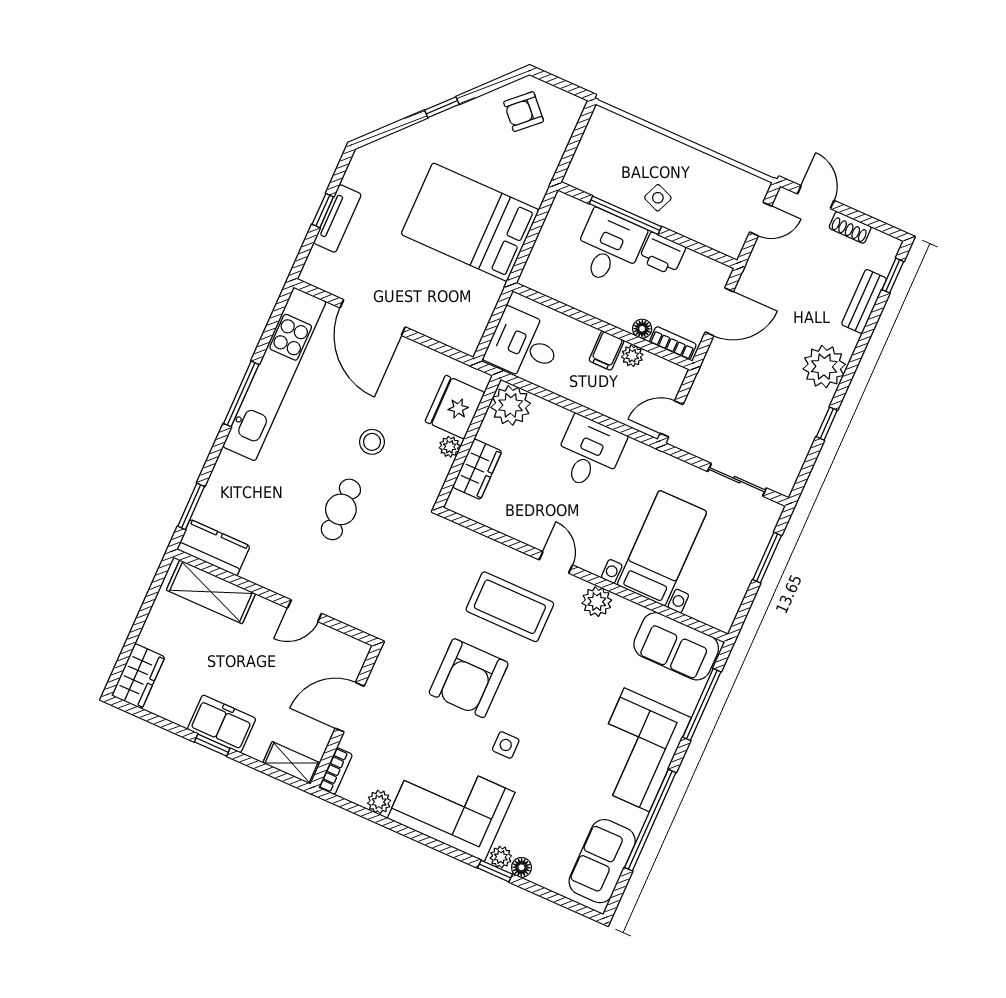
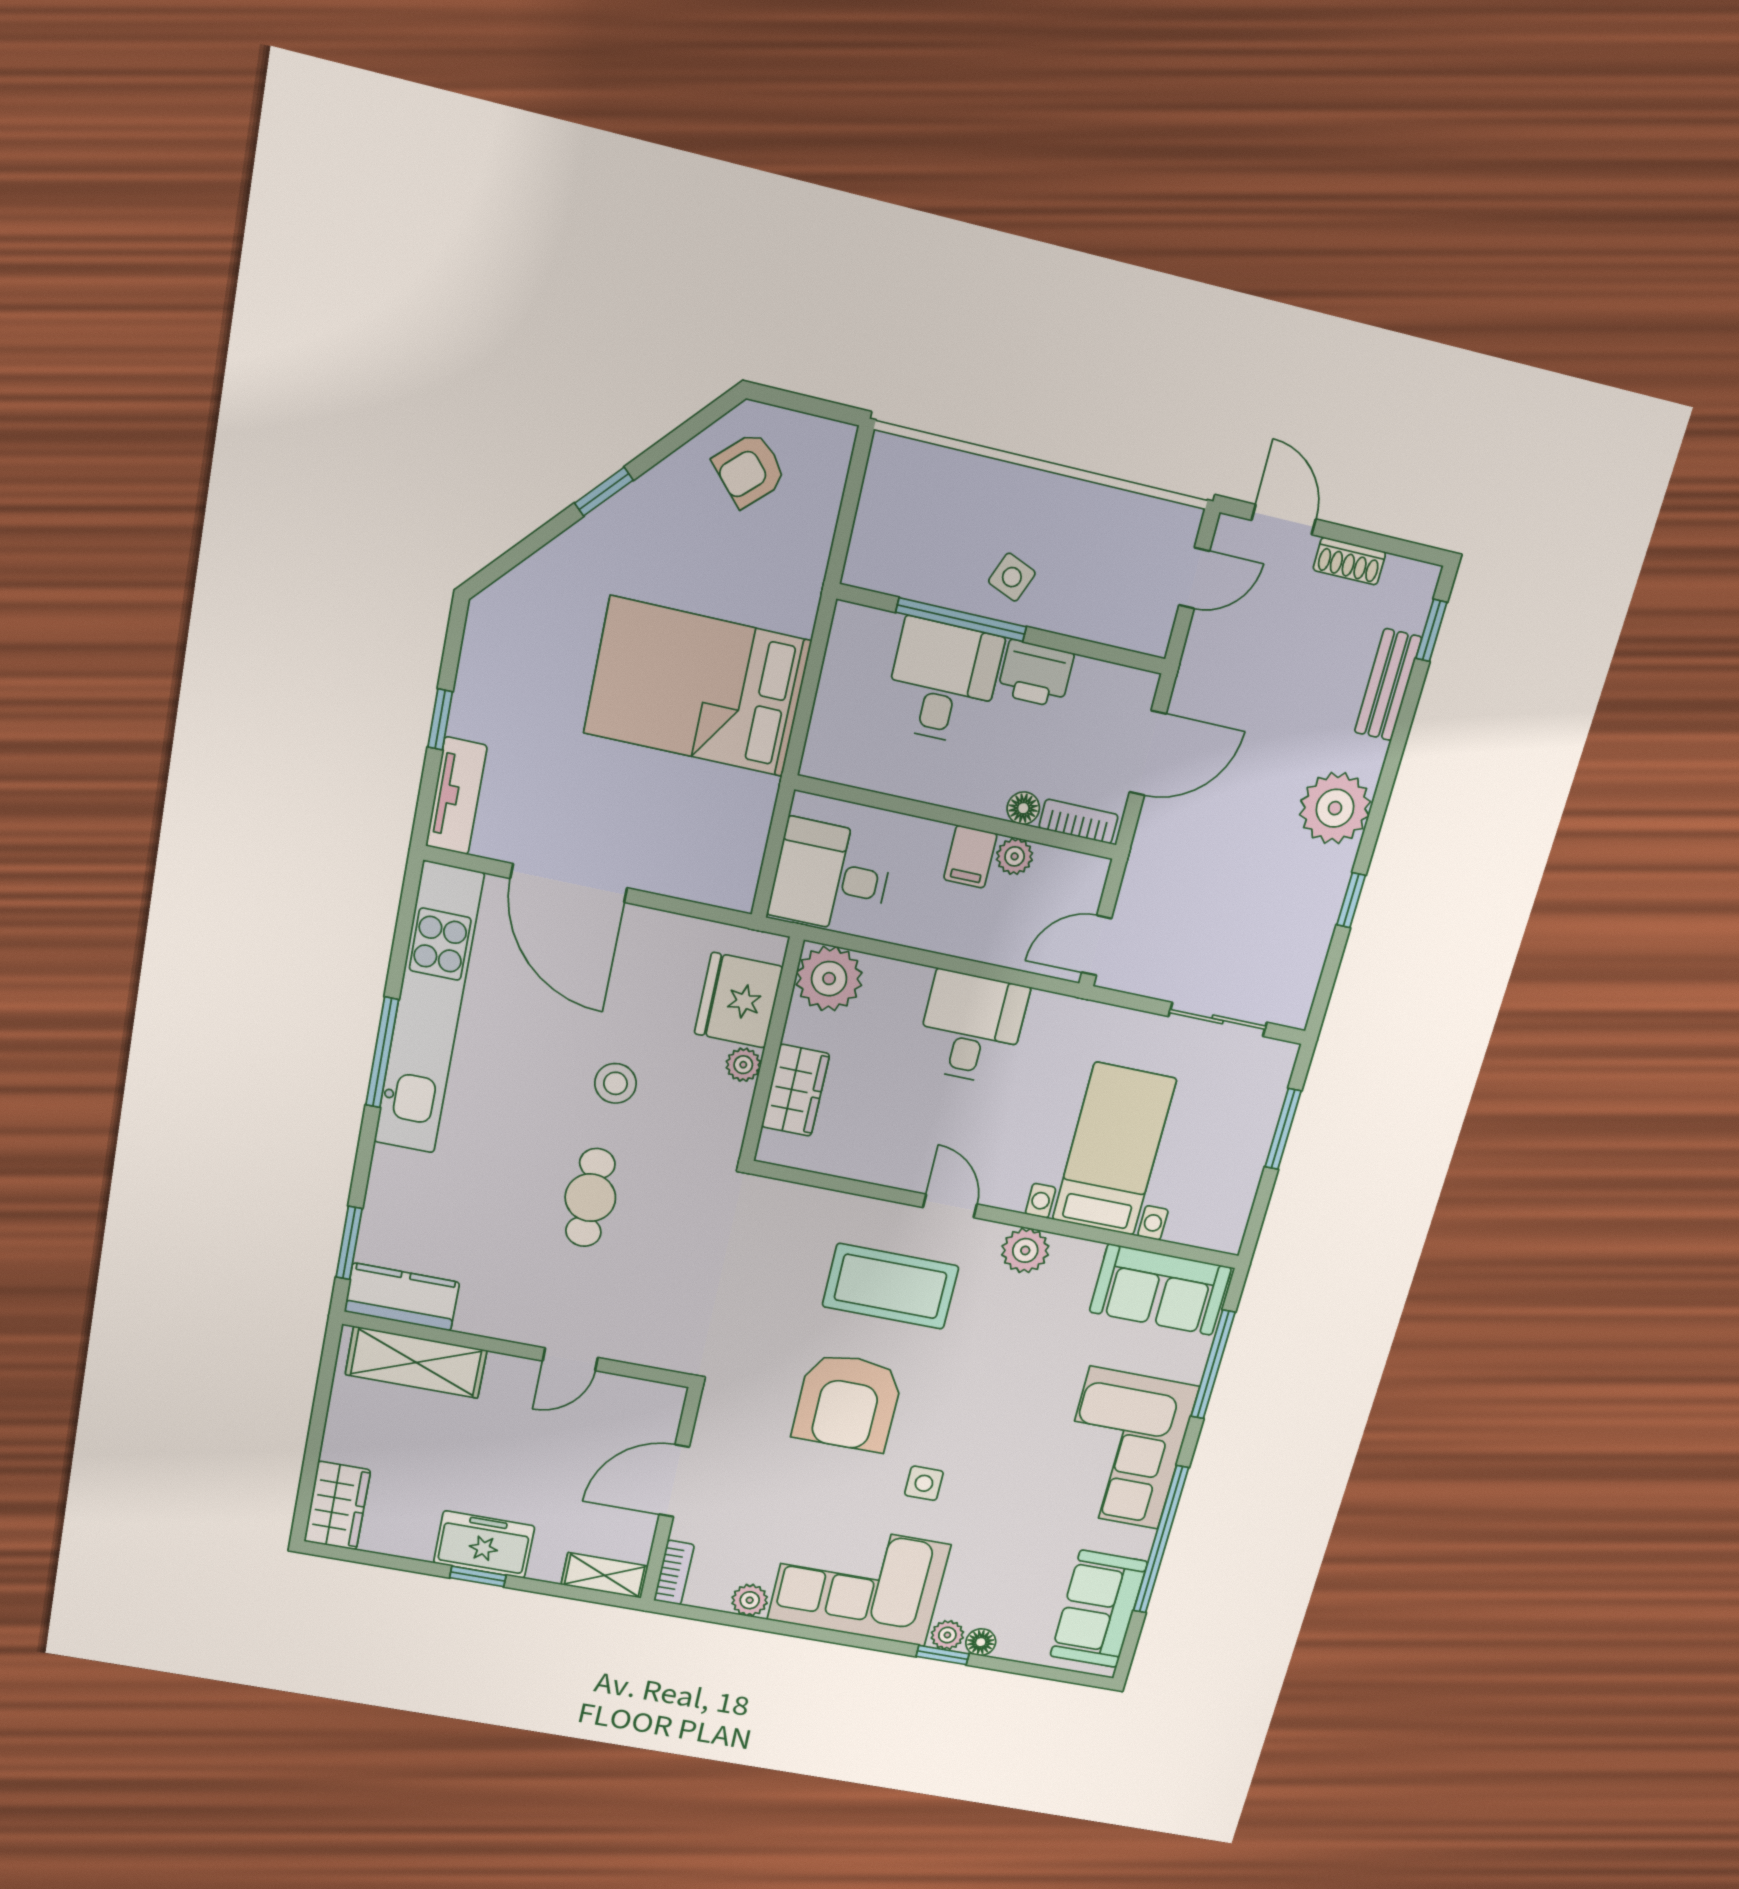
tv unit: (337, 218) -> (456, 796), moved

